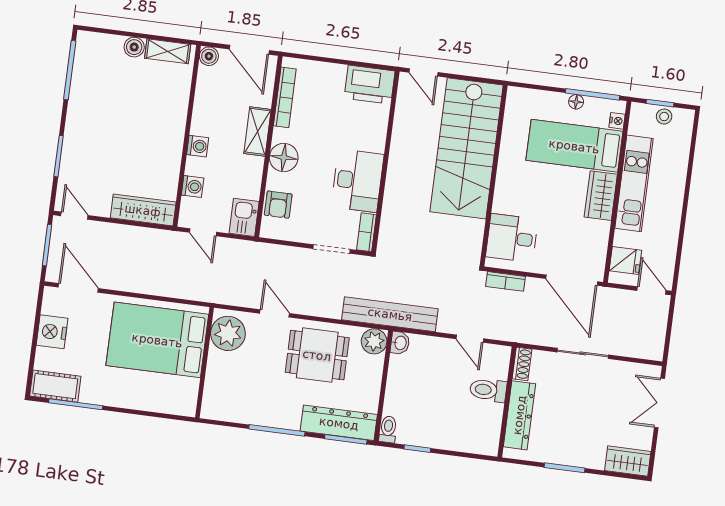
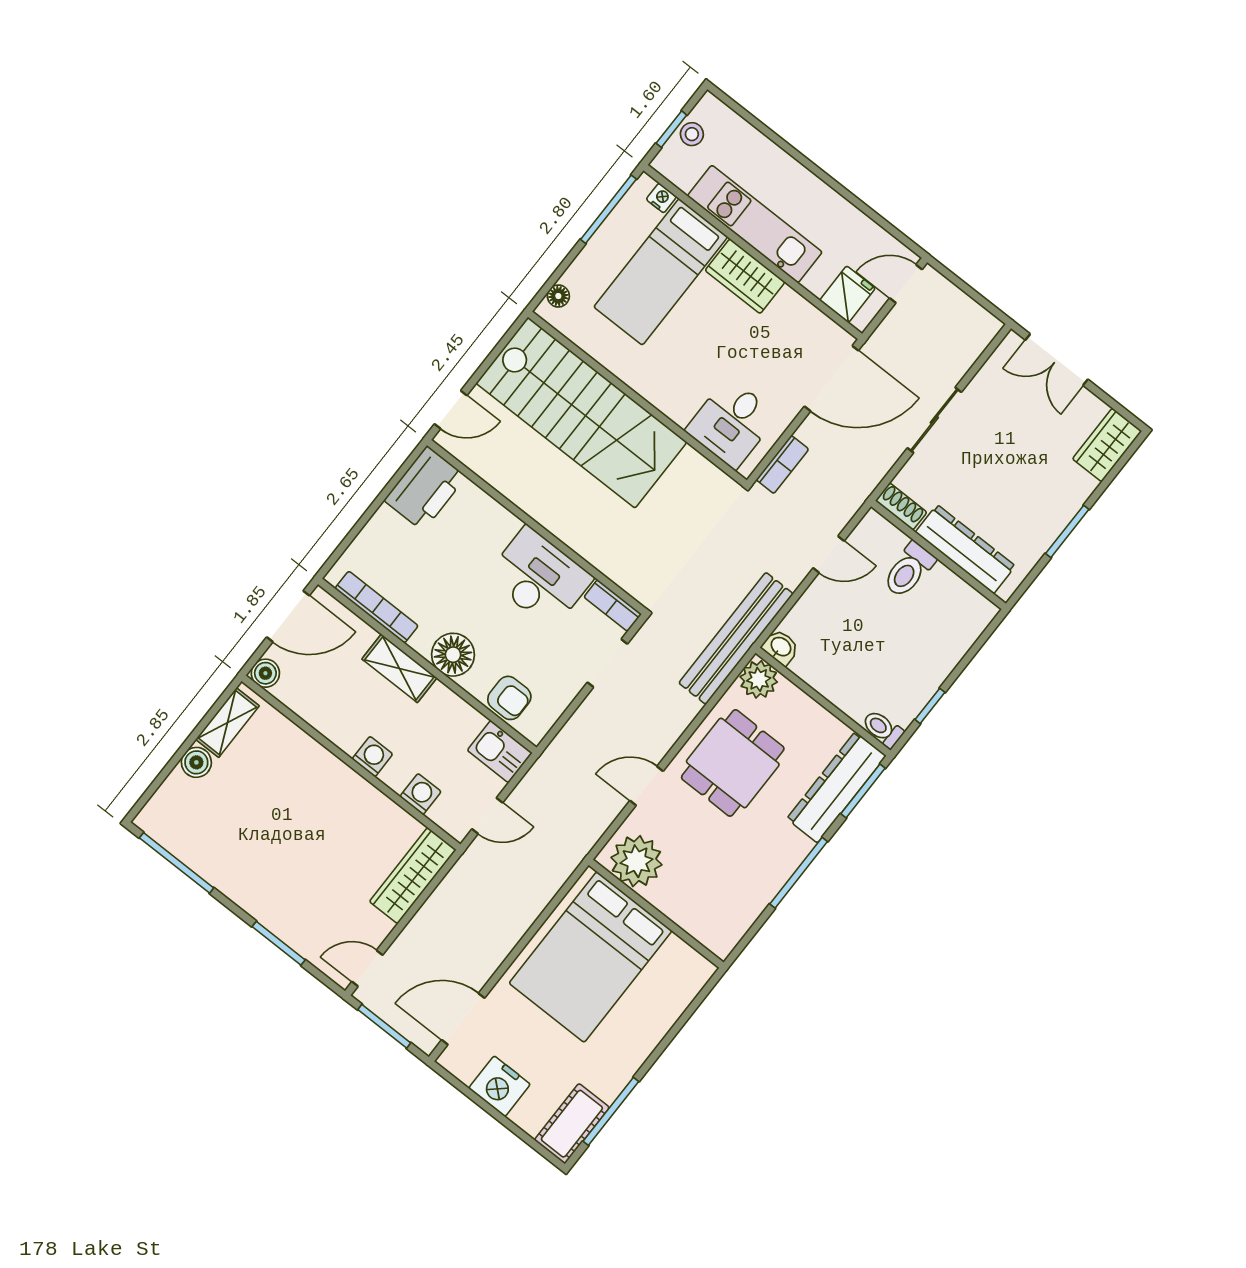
floor lamp: (576, 102) -> (558, 296), moved

